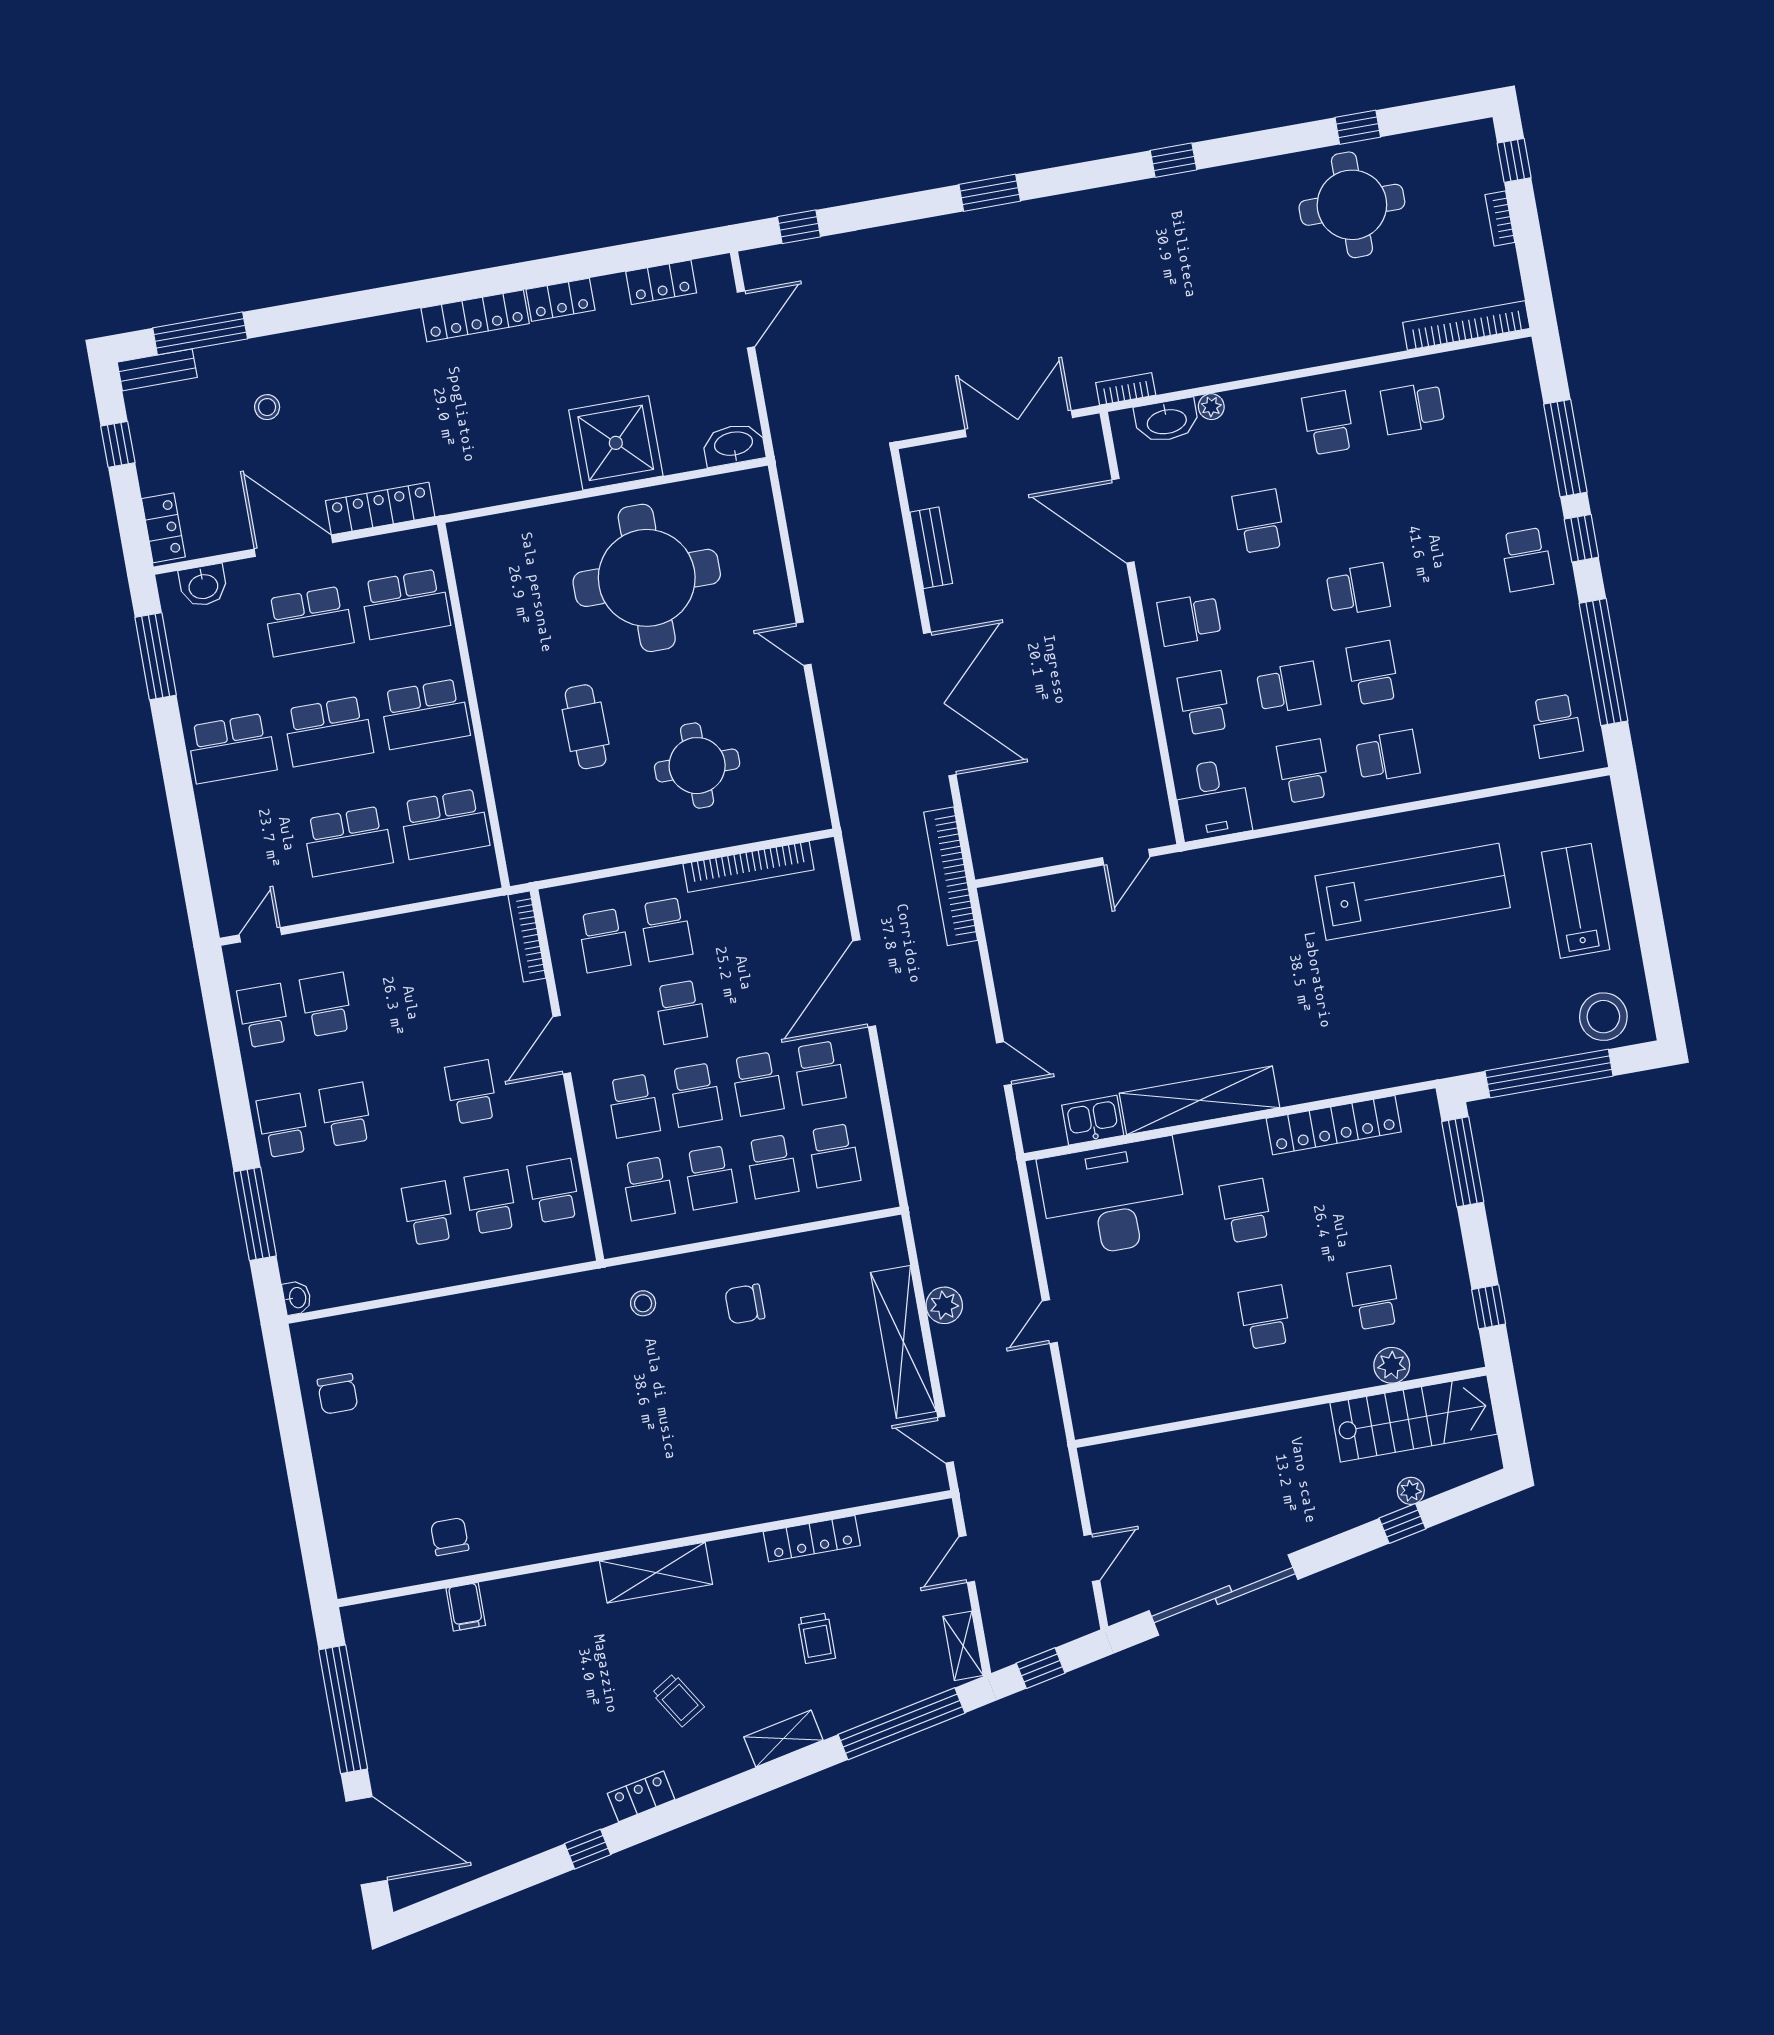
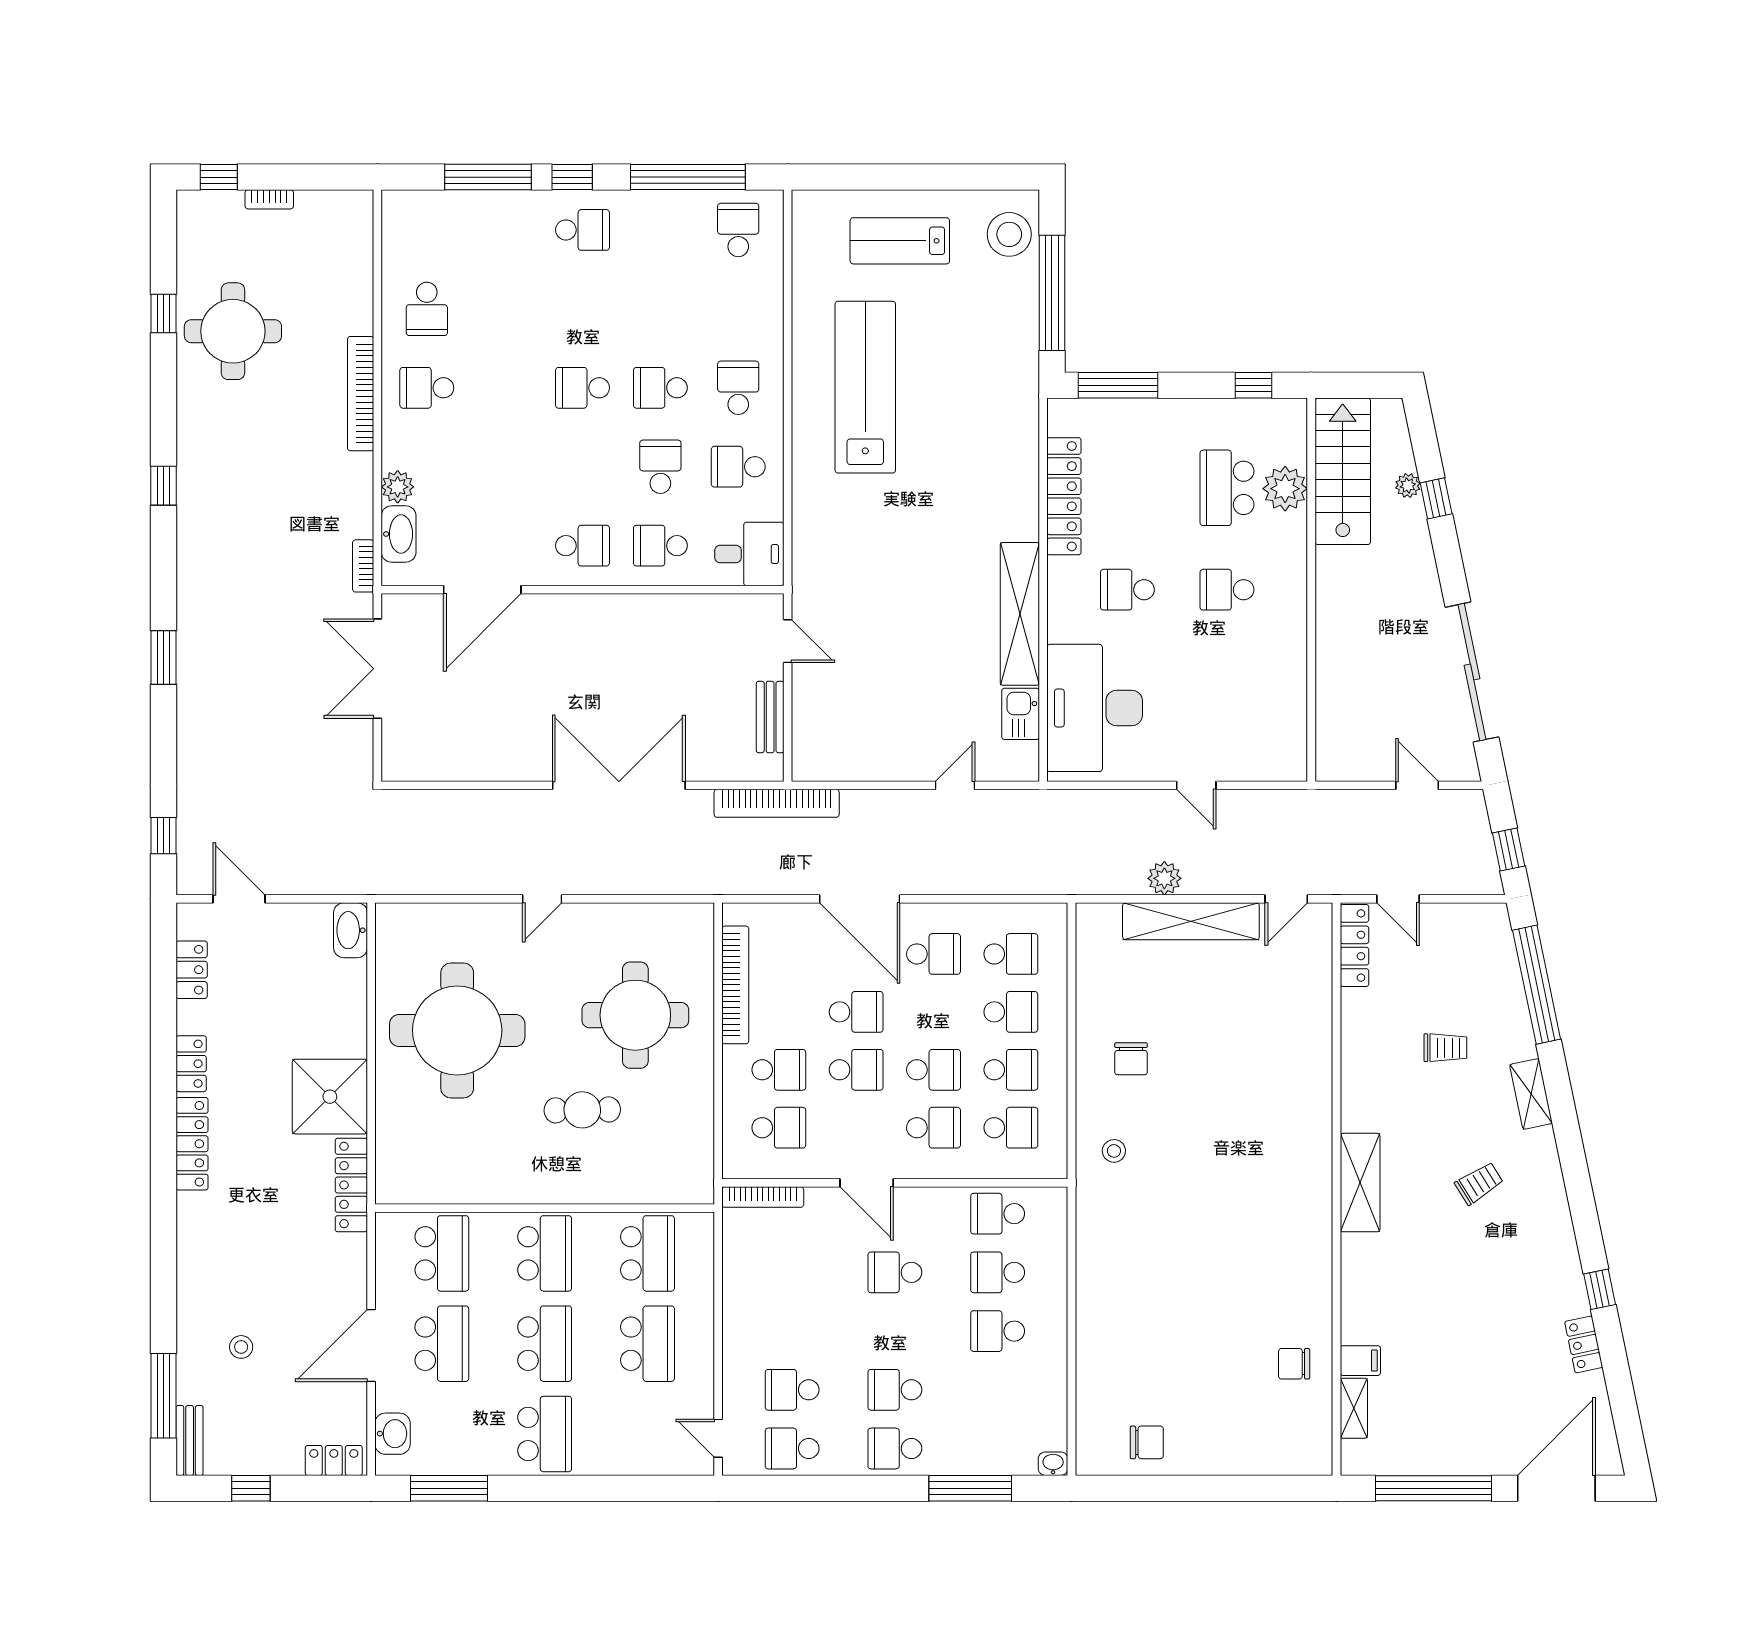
bookcase: (1466, 325) -> (361, 394), moved
plant: (1211, 407) -> (398, 487), width x1.38, depth x1.38
shower: (616, 443) -> (330, 1097), moved
locker: (380, 509) -> (351, 1185), moved
school desk: (1259, 521) -> (505, 467), removed
bench: (931, 548) -> (770, 717), moved, turned 90
school desk: (1358, 590) -> (583, 388), turned -90
school desk: (1189, 620) -> (583, 546), turned -90
school desk: (1557, 726) -> (738, 230), turned -90
round table: (697, 766) -> (635, 1015), width x1.36, depth x1.36
school desk: (757, 1084) -> (856, 1012), moved
school desk: (1374, 1298) -> (1227, 488), width x1.85
plant: (1392, 1365) -> (1285, 489), width x1.36, depth x1.36
locker: (812, 1539) -> (1354, 945), moved
shelving: (963, 1646) -> (1354, 1408), moved, turned 90
locker: (641, 1796) -> (1584, 1344), moved

